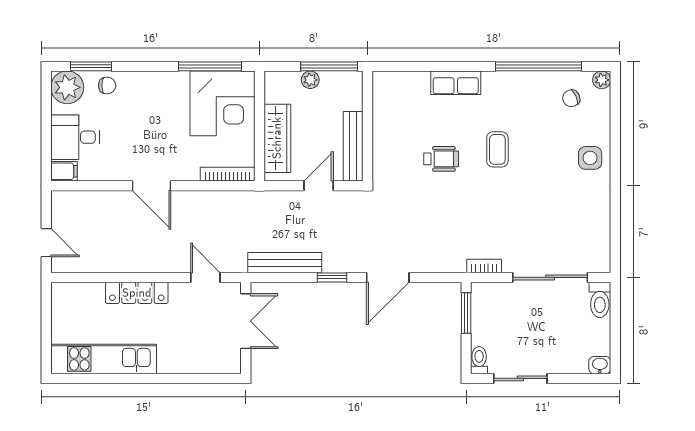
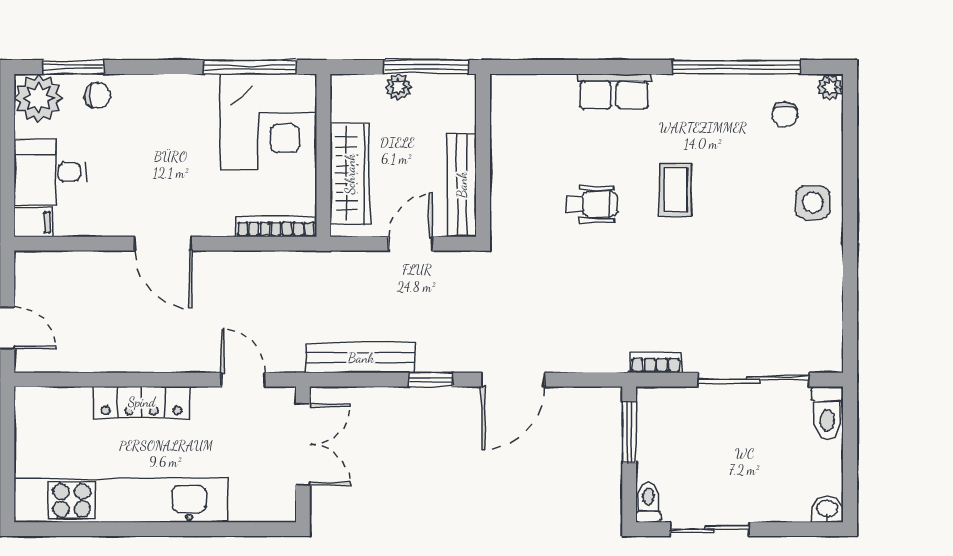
chair: (571, 98) -> (785, 114), turned -65
kitchen unit: (104, 359) -> (121, 500), width x1.36

